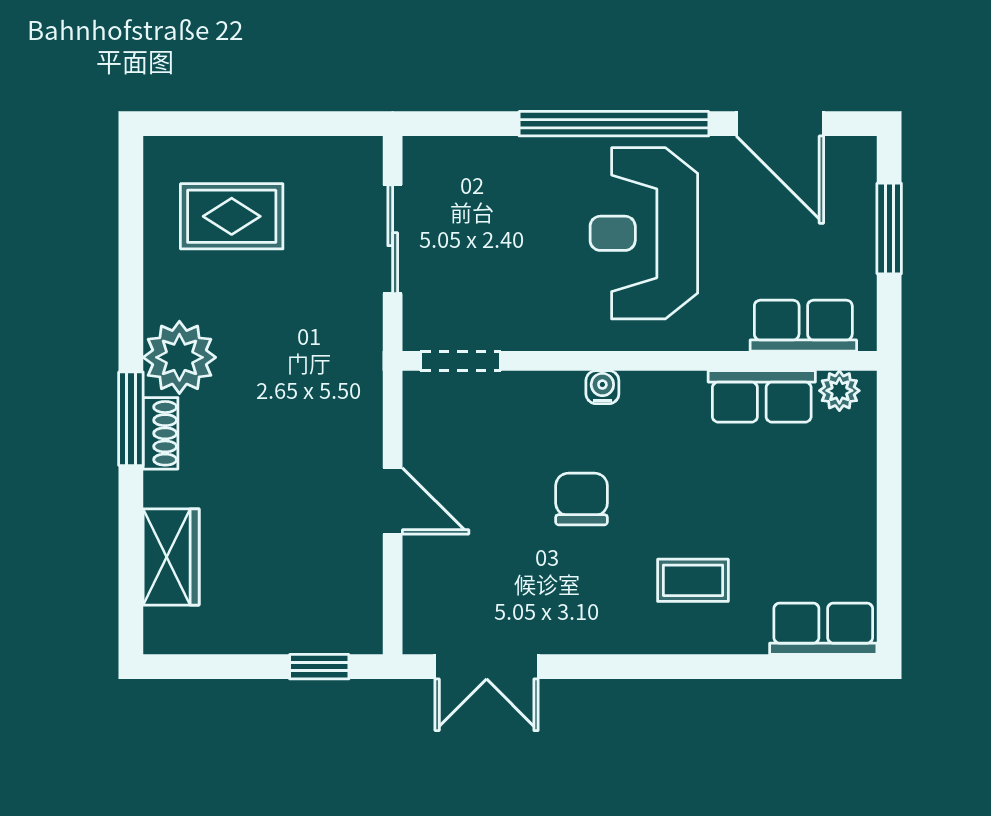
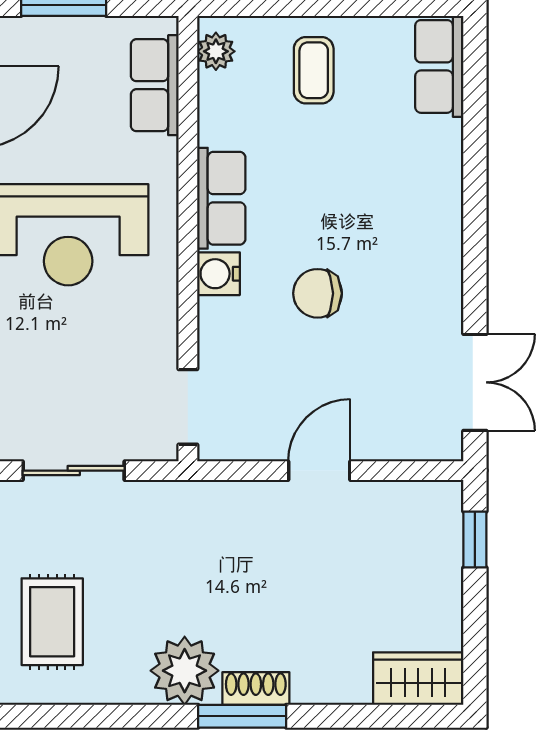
water cooler: (602, 387) -> (218, 274), width x1.38, depth x1.38
row of seats: (762, 396) -> (221, 198), moved
wardrobe: (171, 557) -> (418, 679), moved
coffee table: (693, 580) -> (314, 70), moved

